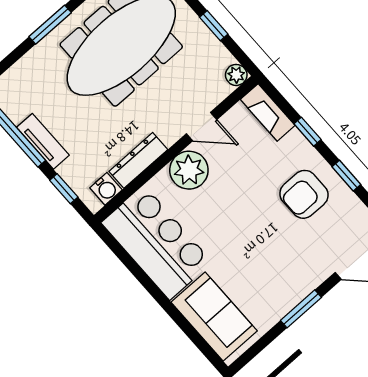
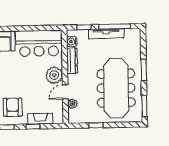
plant: (236, 75) -> (73, 104), moved
fireplace: (268, 112) -> (40, 119), moved
tv unit: (43, 141) -> (106, 34), width x1.41

